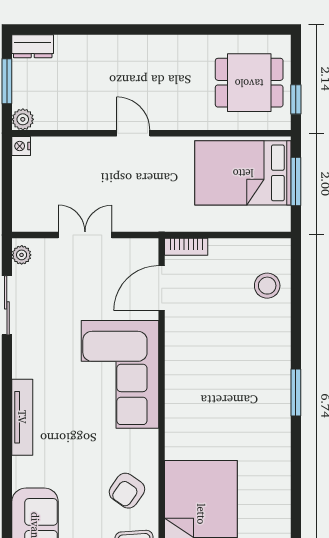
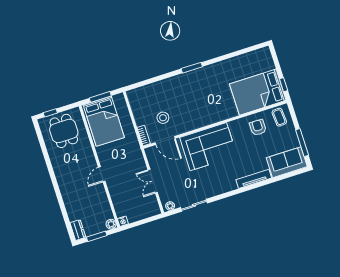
window: (296, 99) -> (50, 113), moved
stool: (267, 286) -> (163, 118), moved
tv unit: (22, 417) -> (254, 179), moved
armchair: (127, 491) -> (258, 127), turned -125

